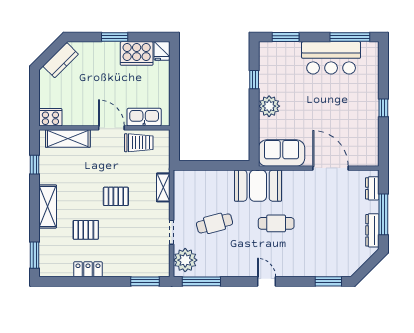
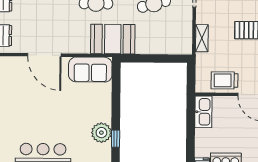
plant: (269, 106) -> (101, 133), moved
kitchen sink: (144, 117) -> (203, 112), moved, turned -90

